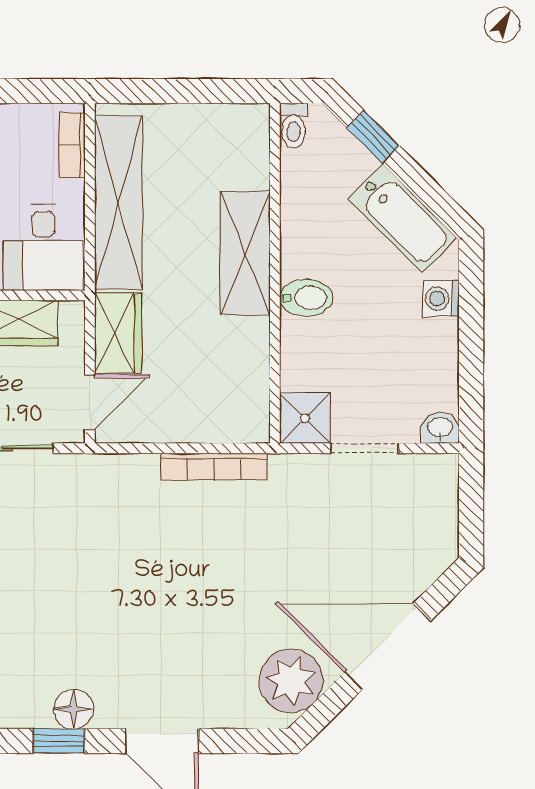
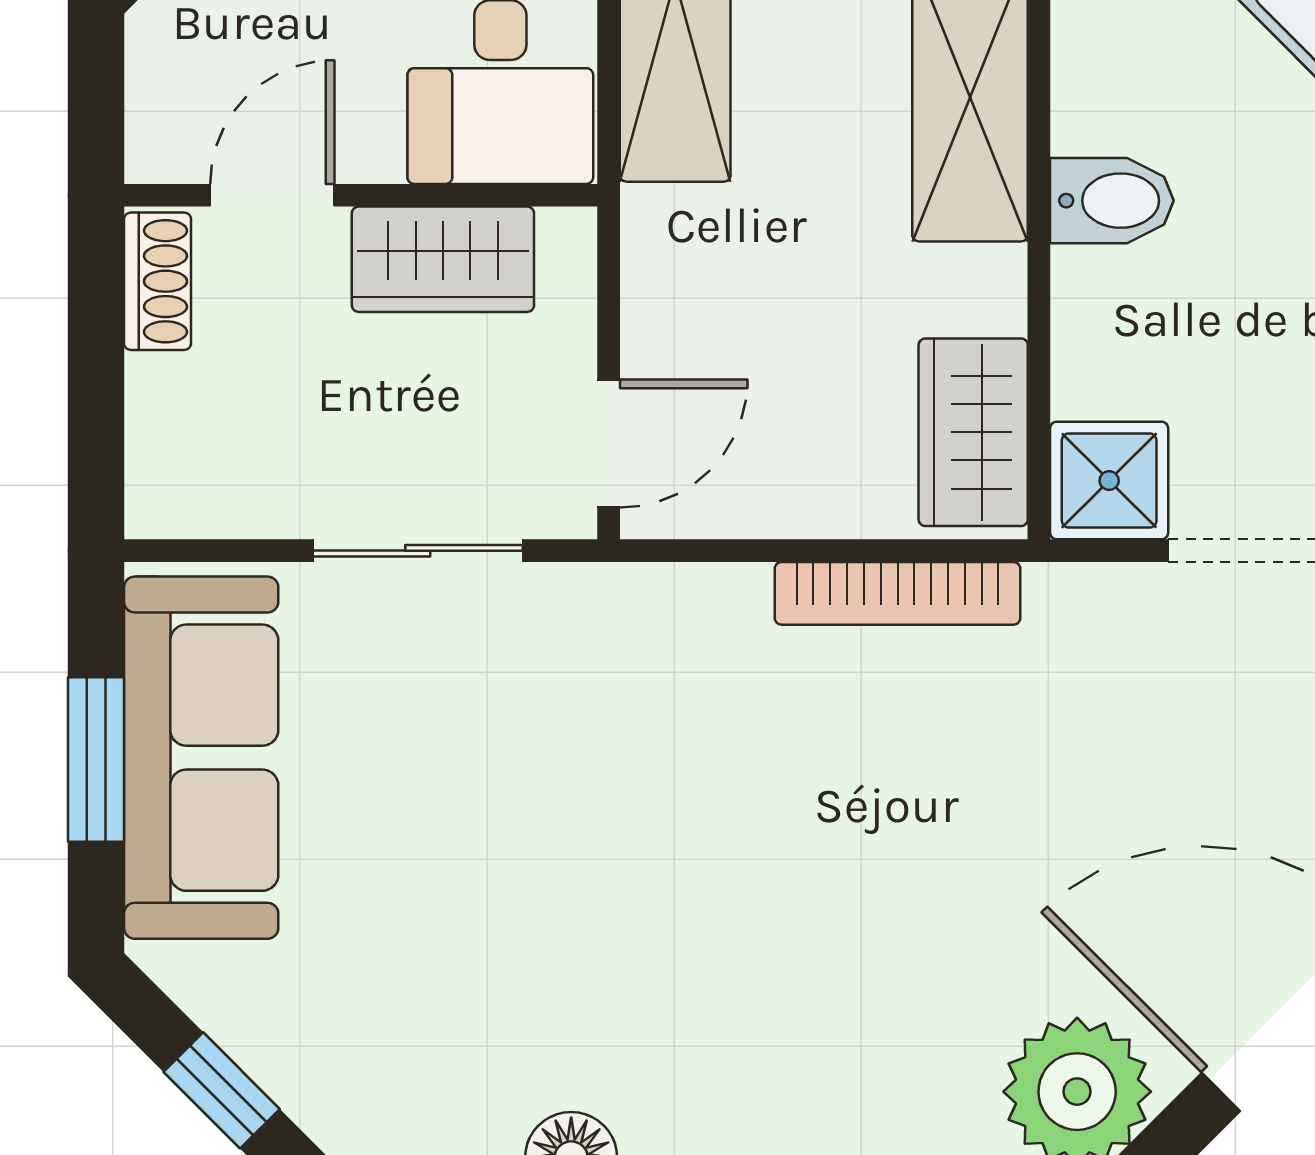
wardrobe: (118, 333) -> (973, 432), moved, turned 180

